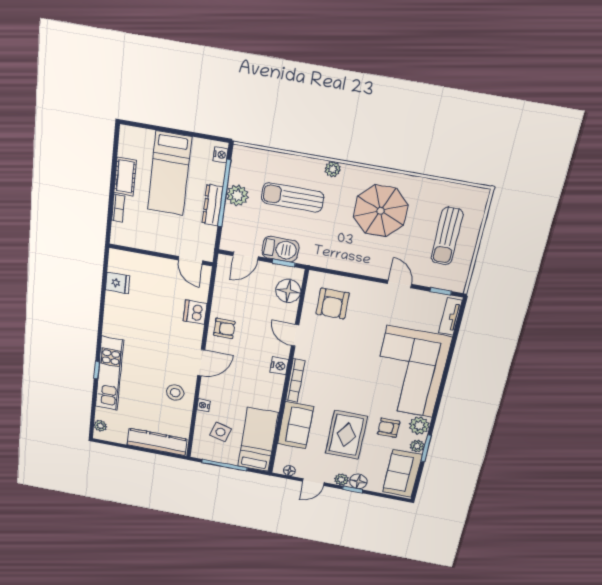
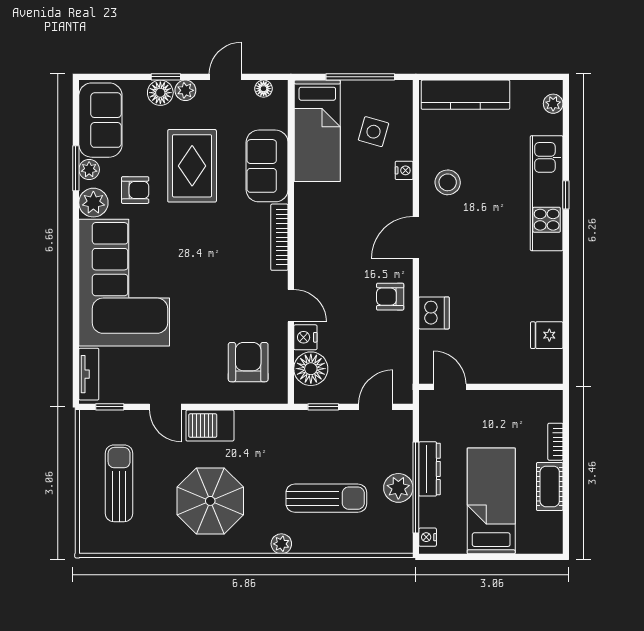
barbecue: (280, 249) -> (210, 426), moved
nightstand: (279, 366) -> (305, 337), moved

